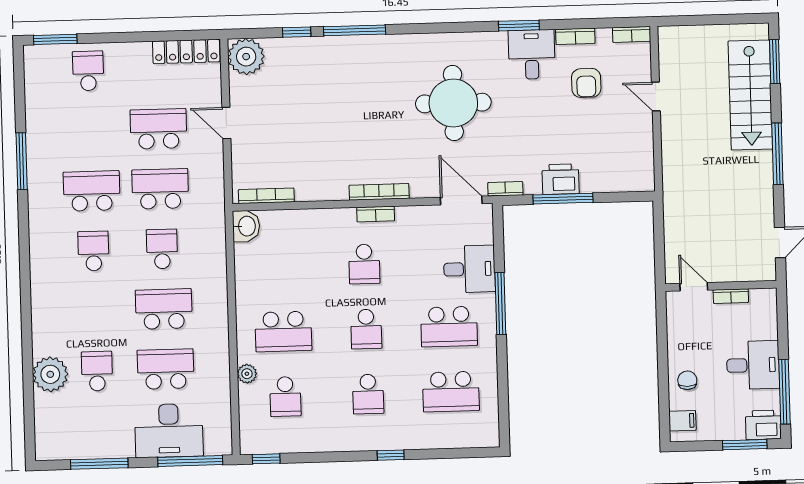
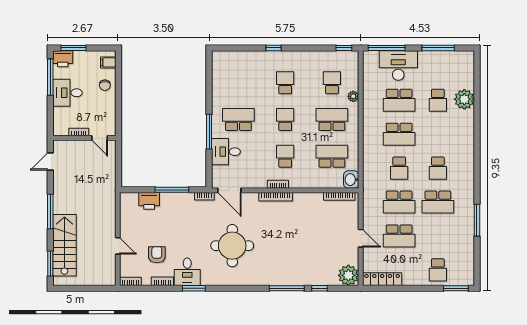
printer: (561, 179) -> (149, 201), moved
school desk: (451, 392) -> (332, 156), moved

